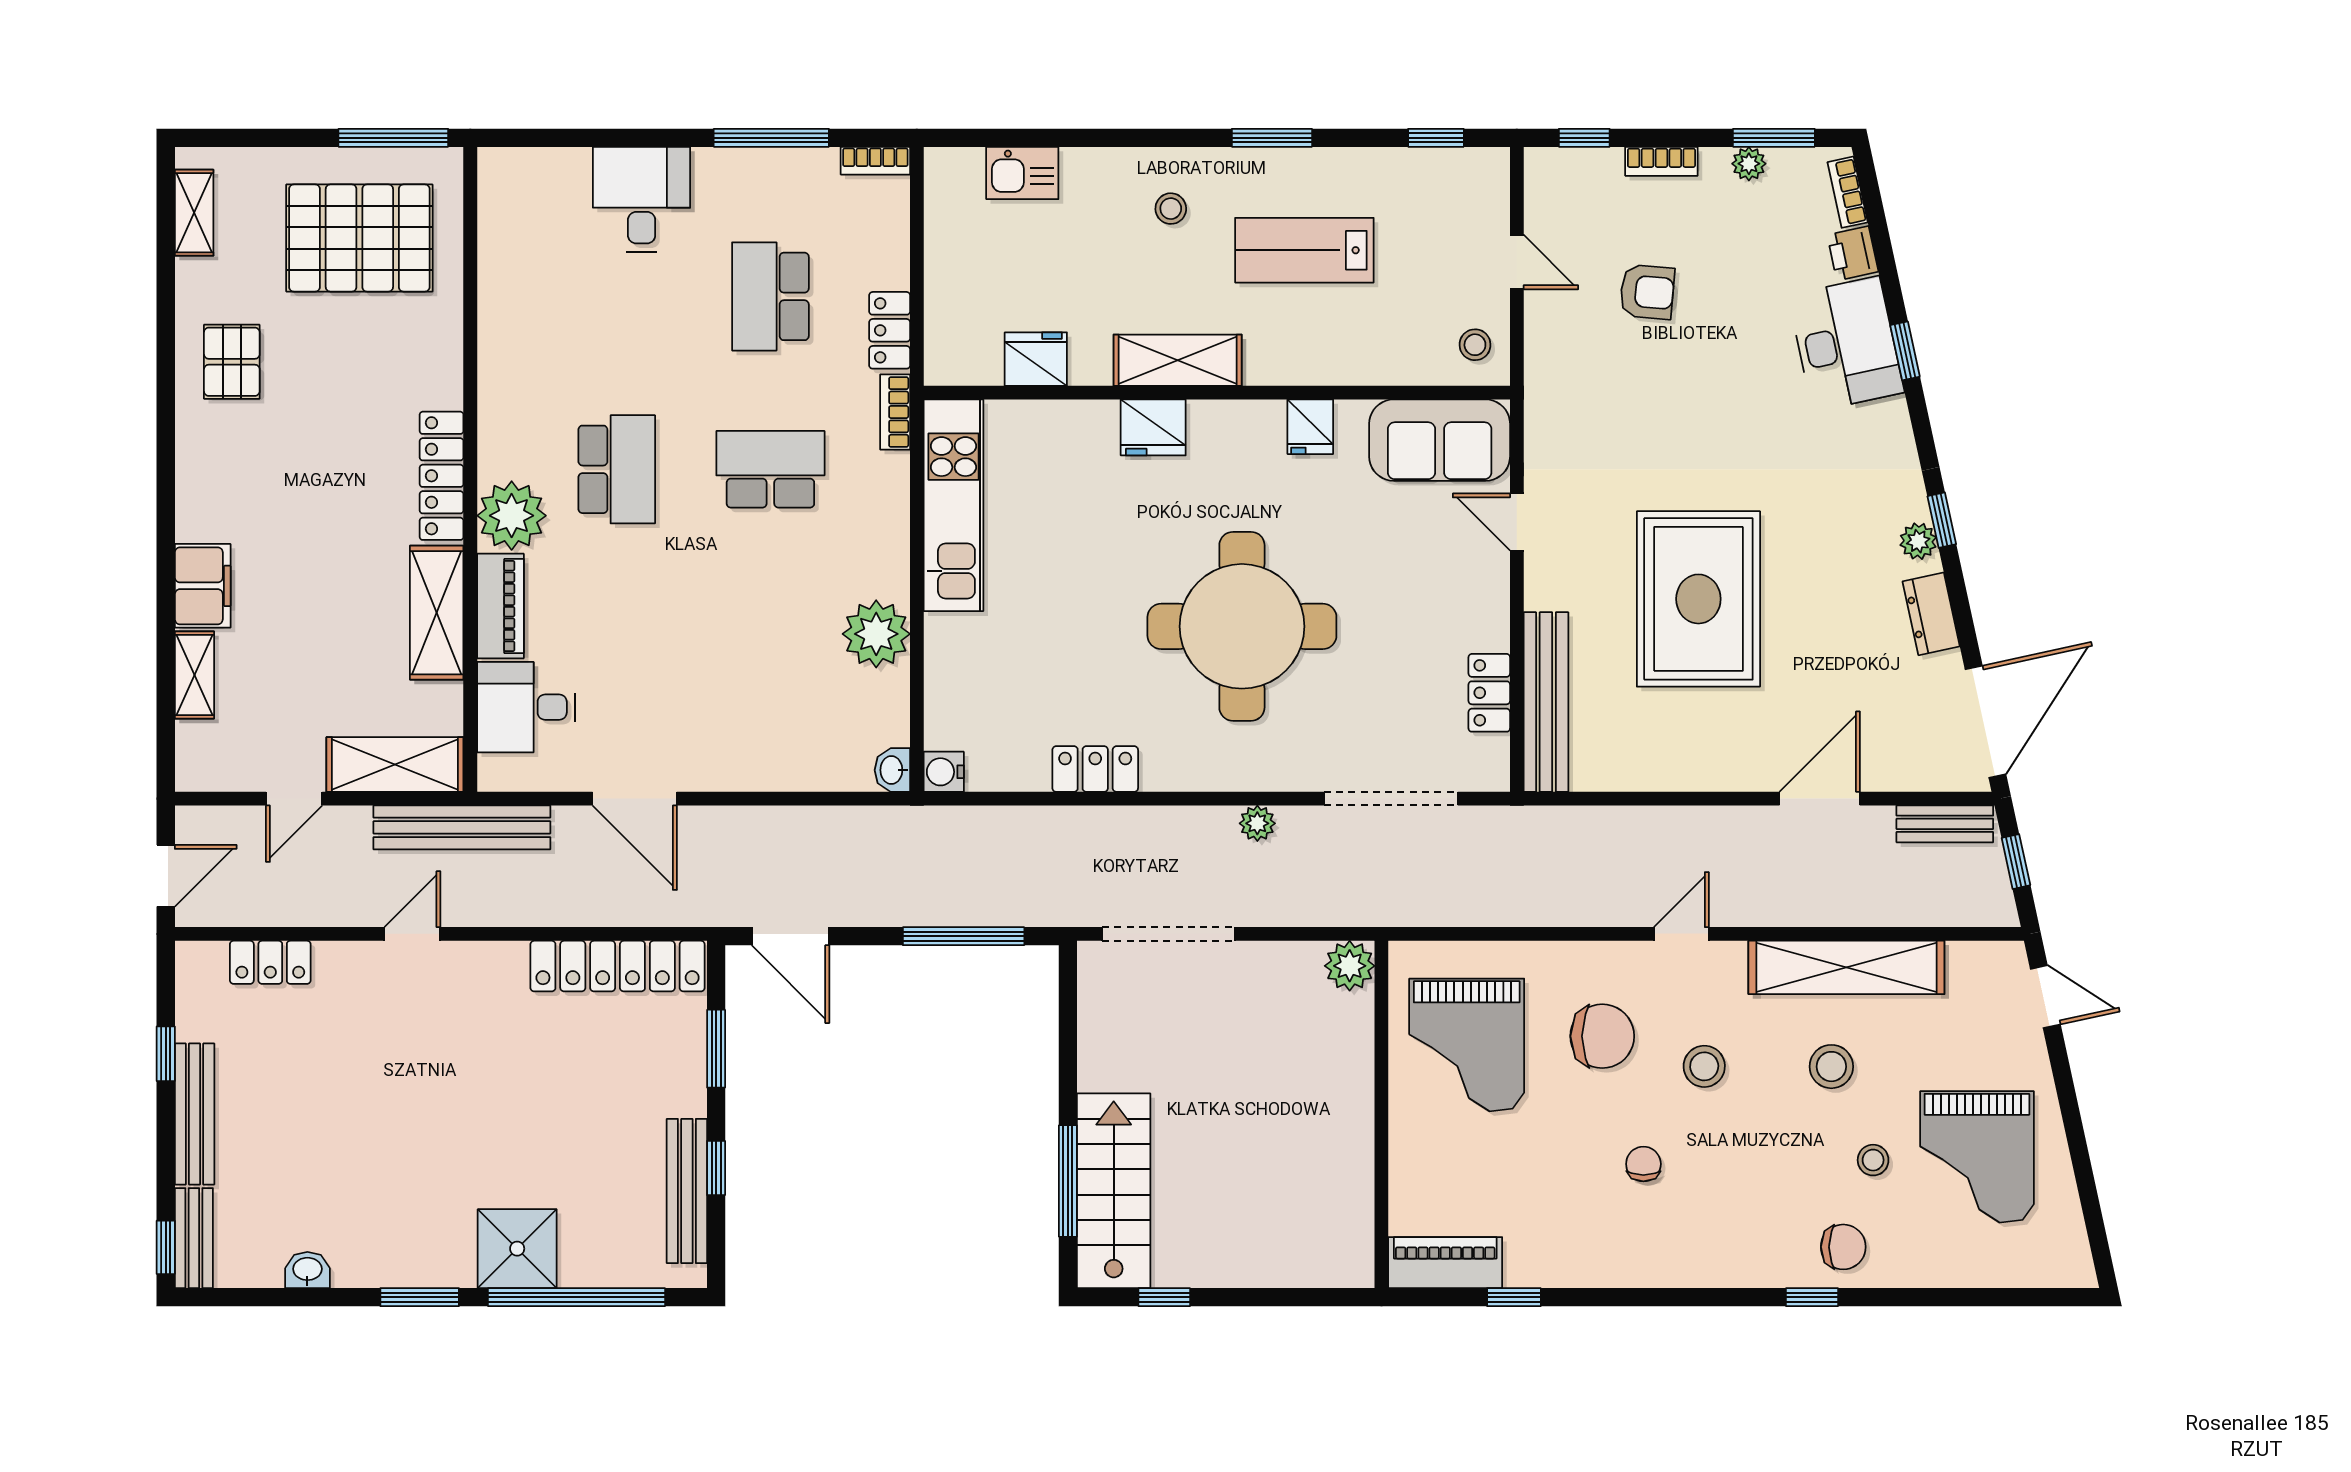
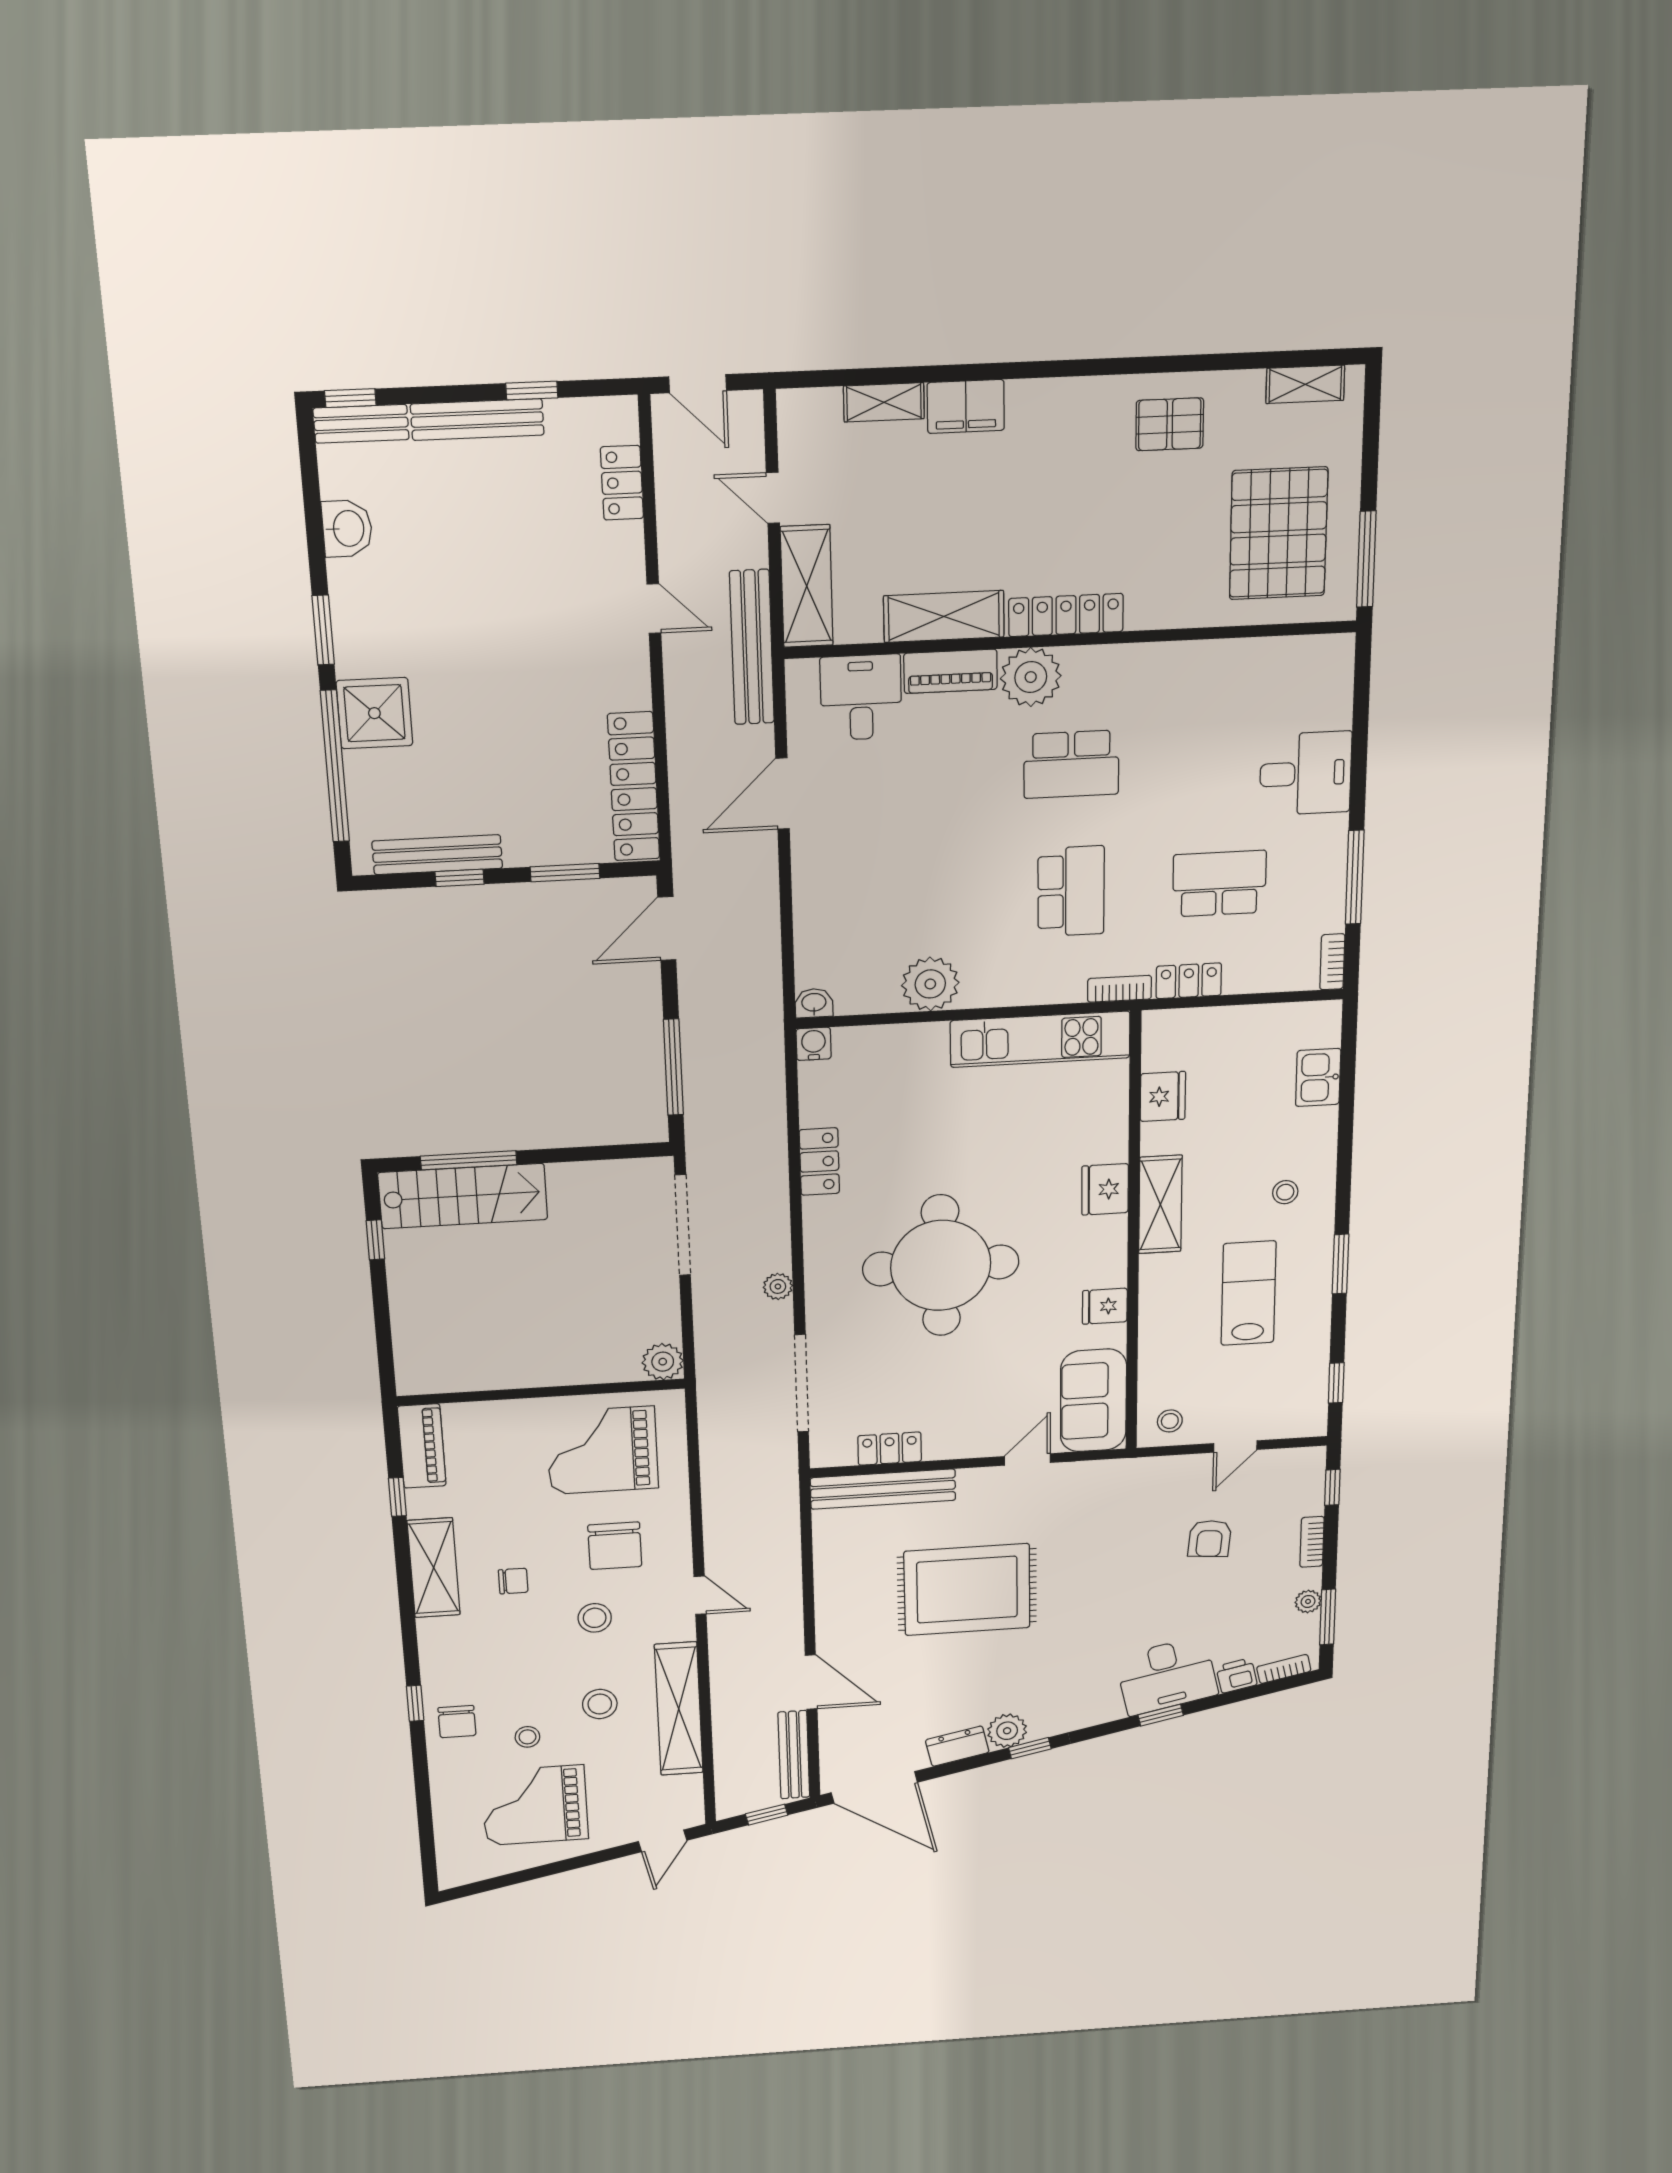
plant: (1918, 541) -> (1007, 1731), width x1.38, depth x1.38
bench: (1945, 824) -> (794, 1755), width x1.36
shelving: (1617, 1260) -> (434, 1568), added
washbasin: (307, 1270) -> (347, 528), width x1.38, depth x1.45

